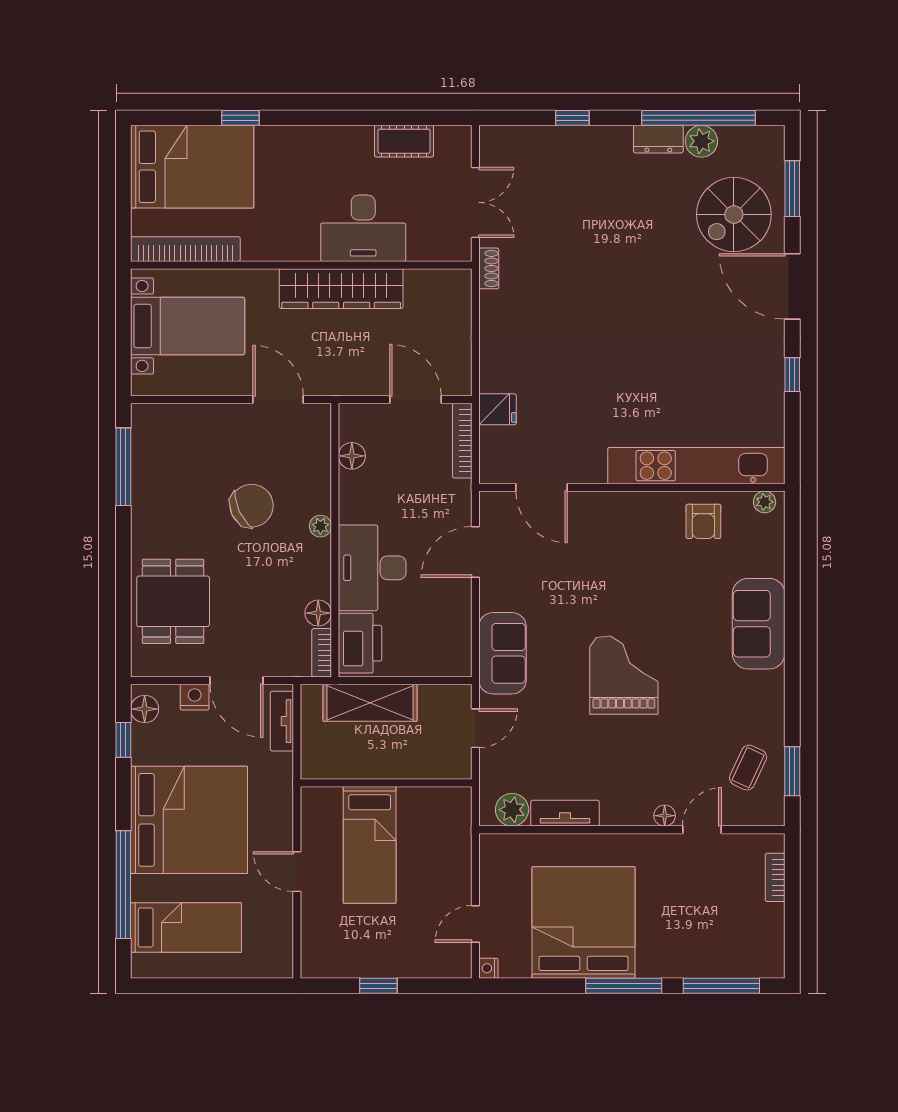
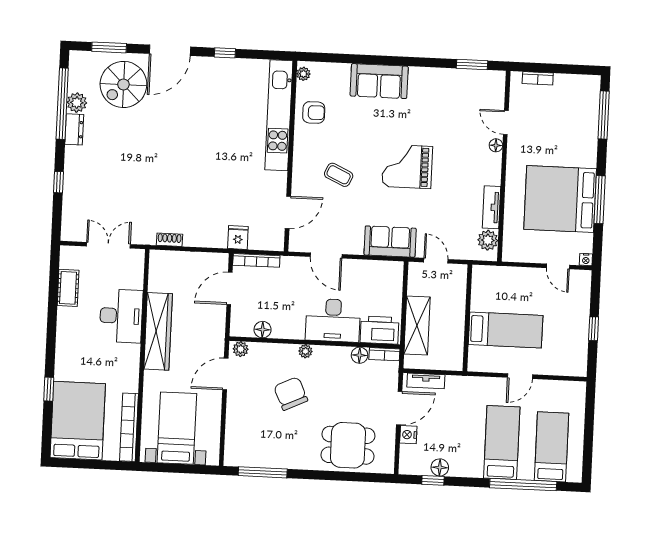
spiral stairs: (734, 215) -> (123, 84), turned 90
shoe rack: (489, 268) -> (170, 240), moved
plant: (319, 422) -> (241, 349), added
floor lamp: (145, 709) -> (440, 467), moved
coffee table: (748, 768) -> (339, 175), moved
bed: (189, 820) -> (502, 443), width x0.49
window: (624, 986) -> (600, 200), moved

